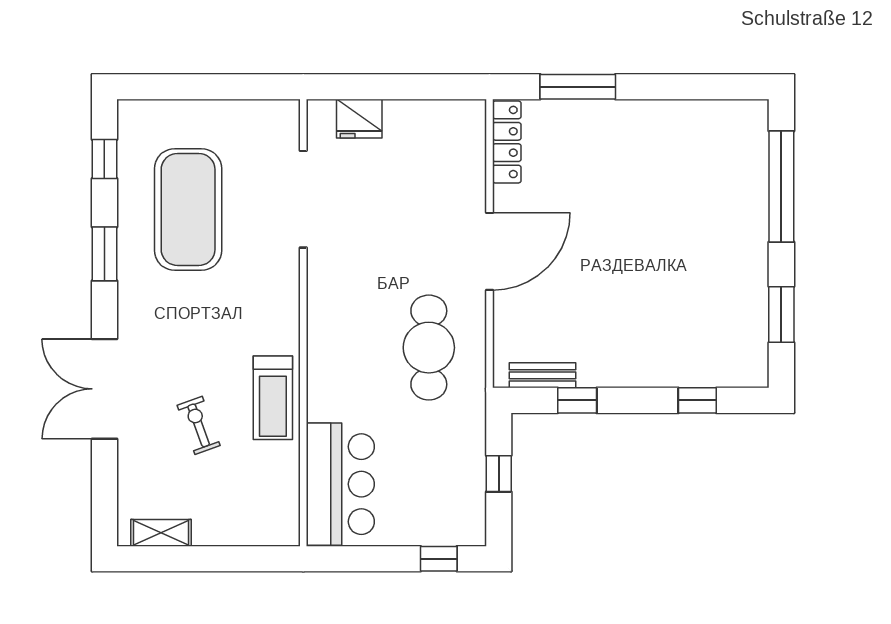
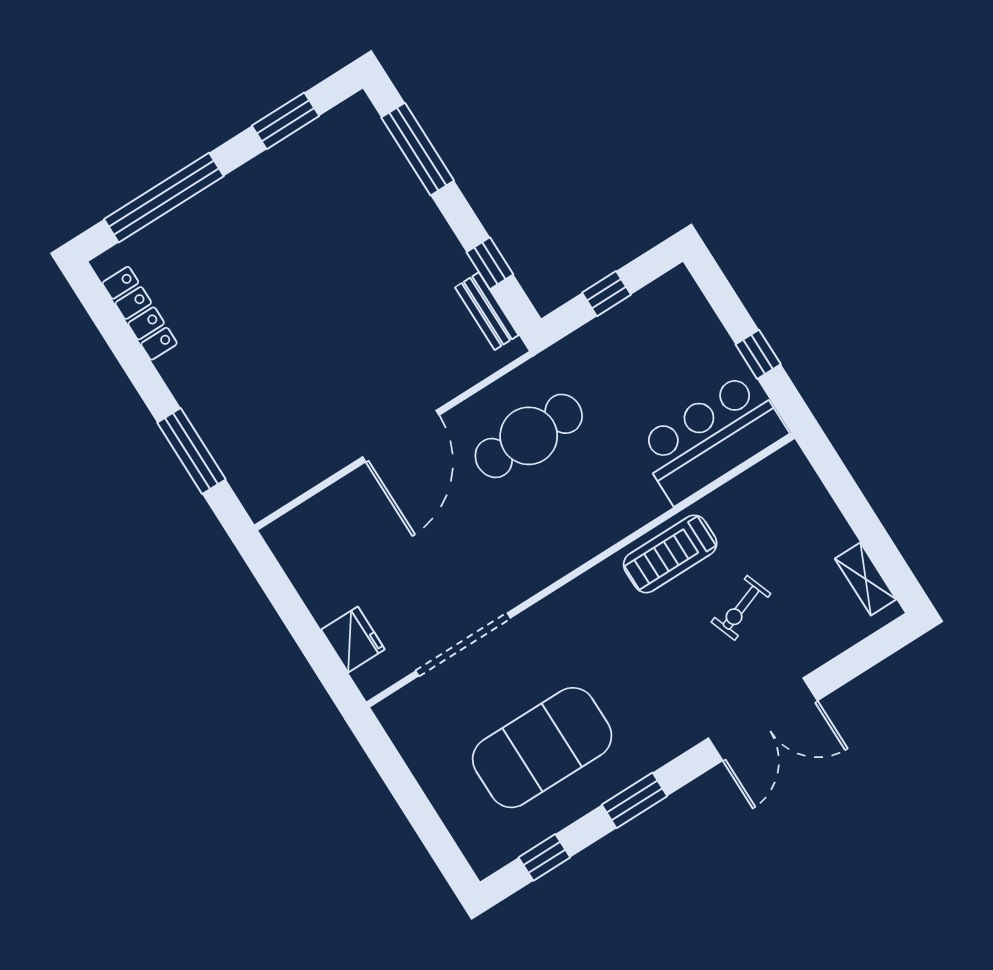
locker: (507, 142) -> (140, 313), moved, turned 90
door: (489, 251) -> (401, 436), swing flipped
treadmill: (273, 398) -> (670, 554), turned 180
window: (697, 400) -> (418, 149), width x2.17
window: (439, 559) -> (758, 354), moved

